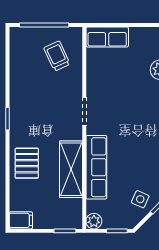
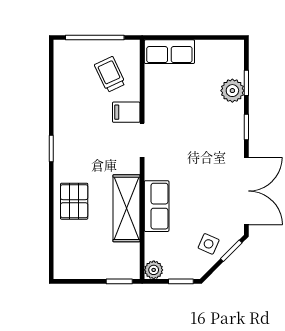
row of seats: (96, 167) -> (157, 206), width x0.68
filing cabinet: (21, 220) -> (126, 112), moved, turned 180

